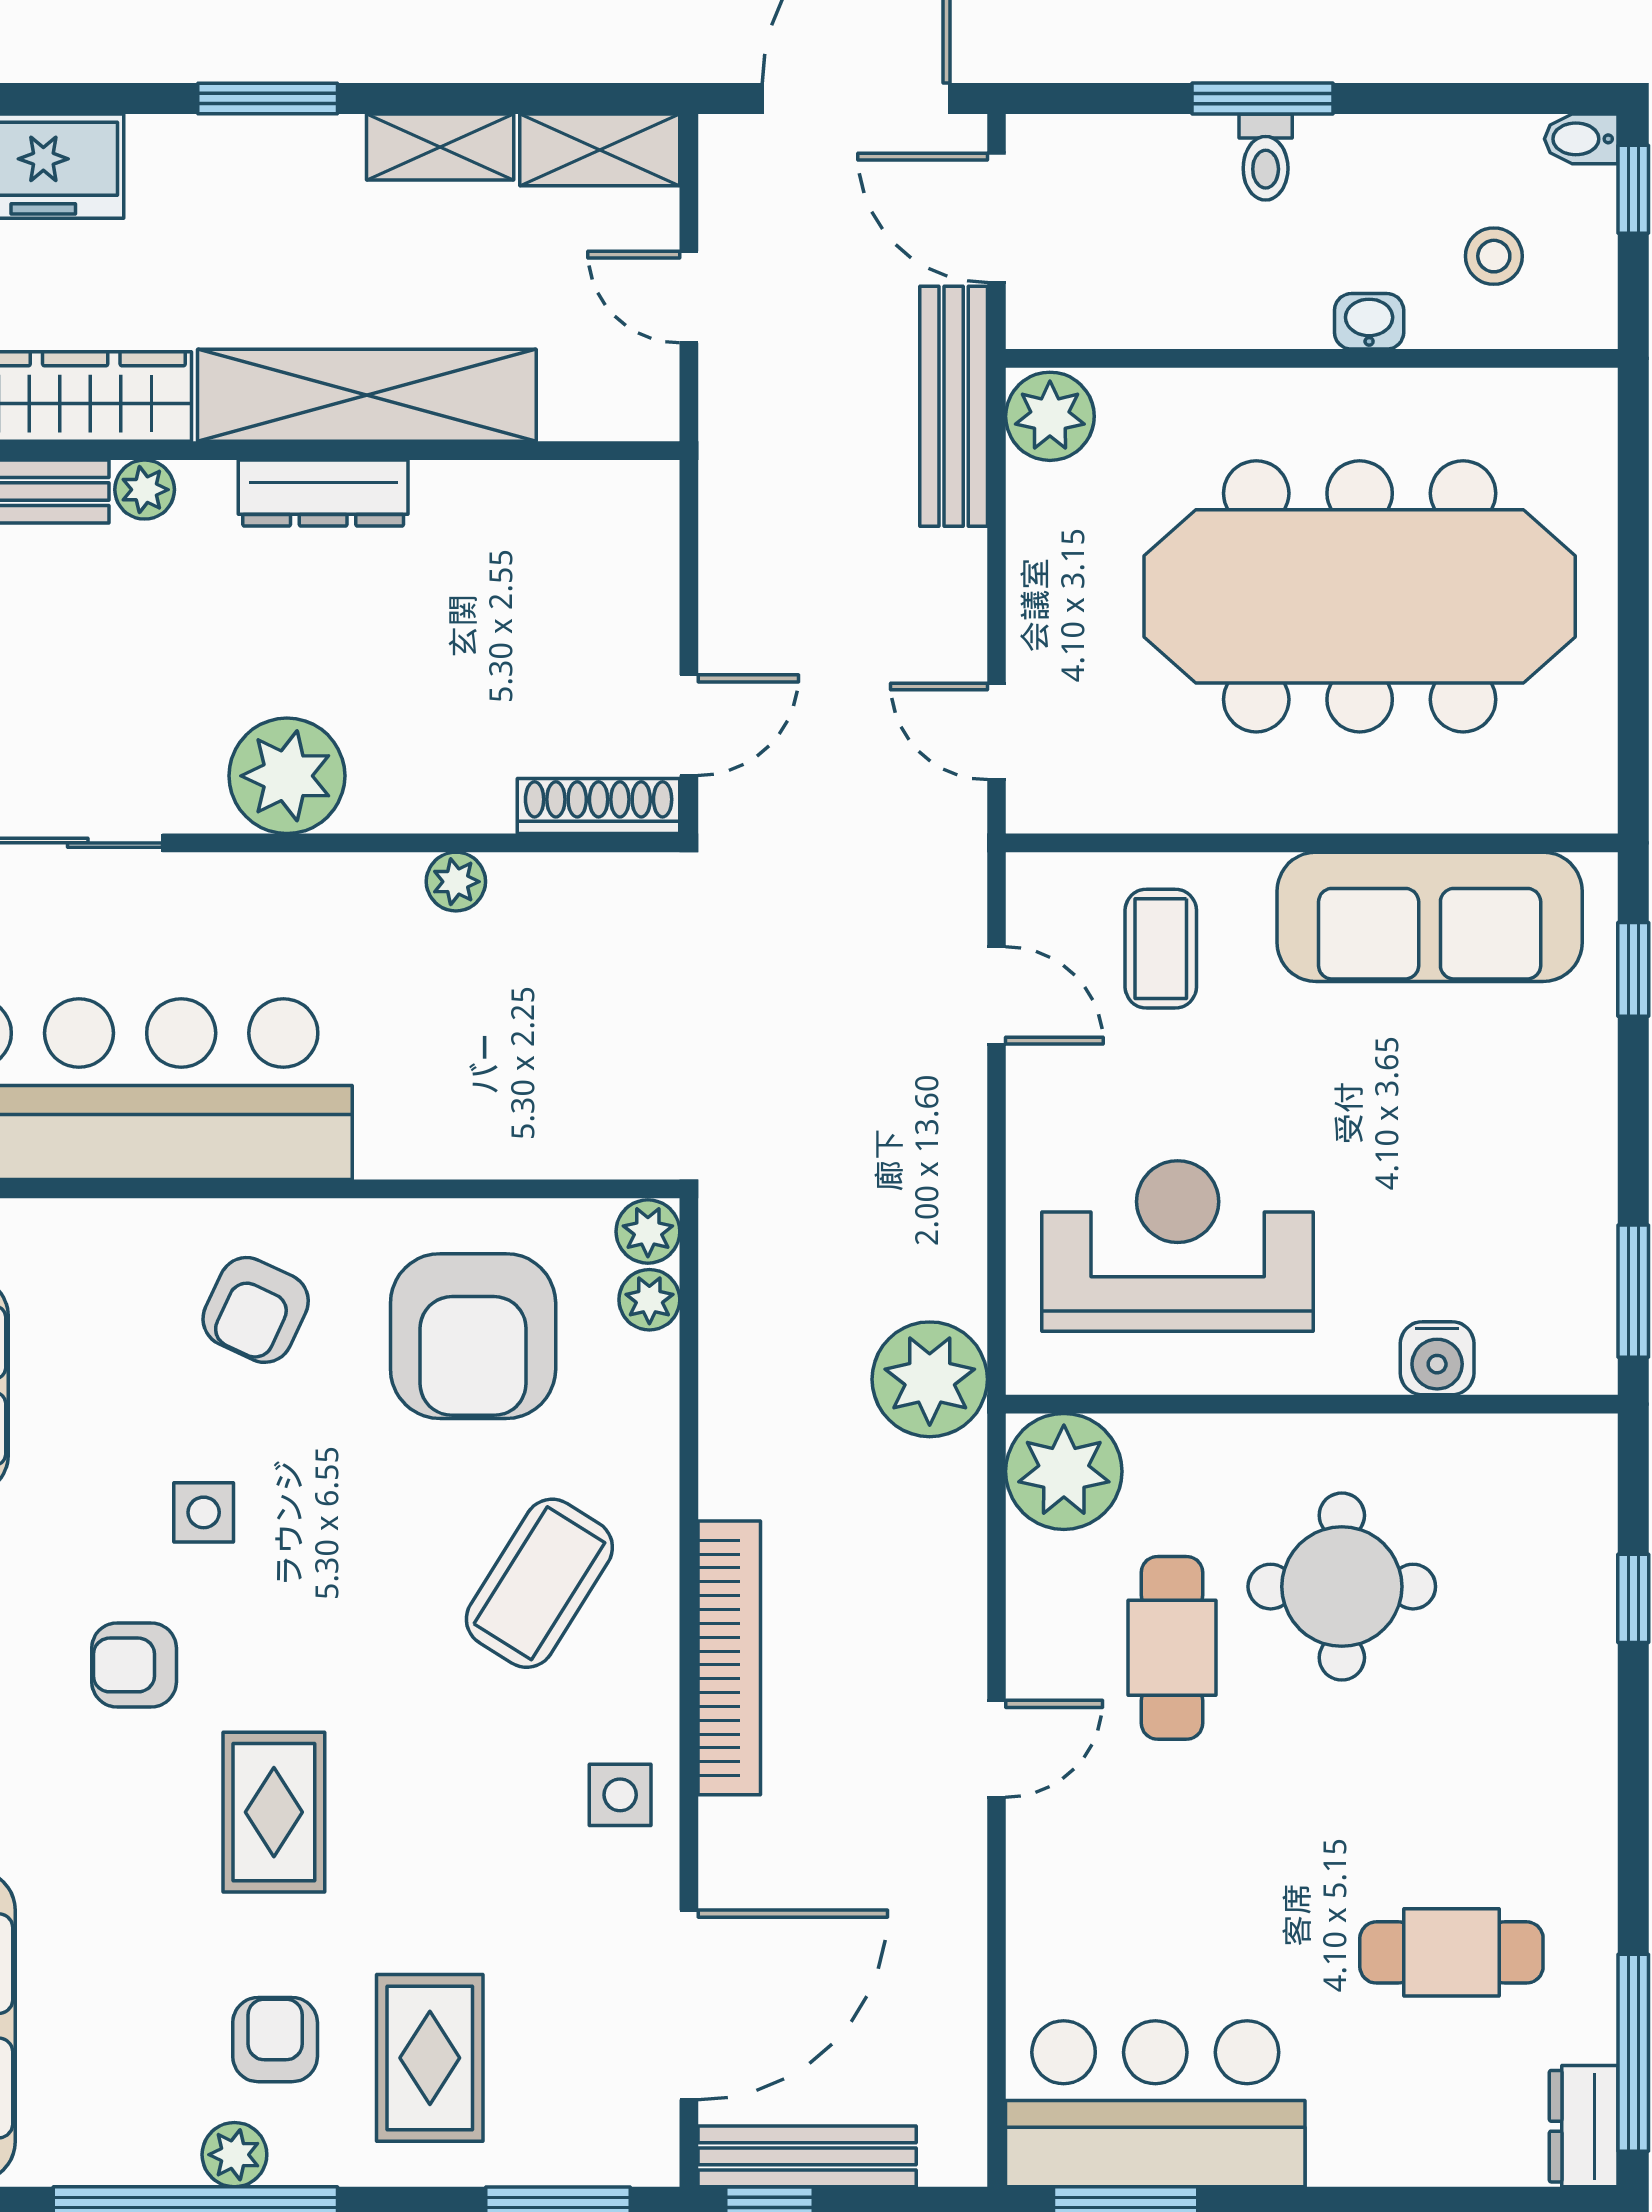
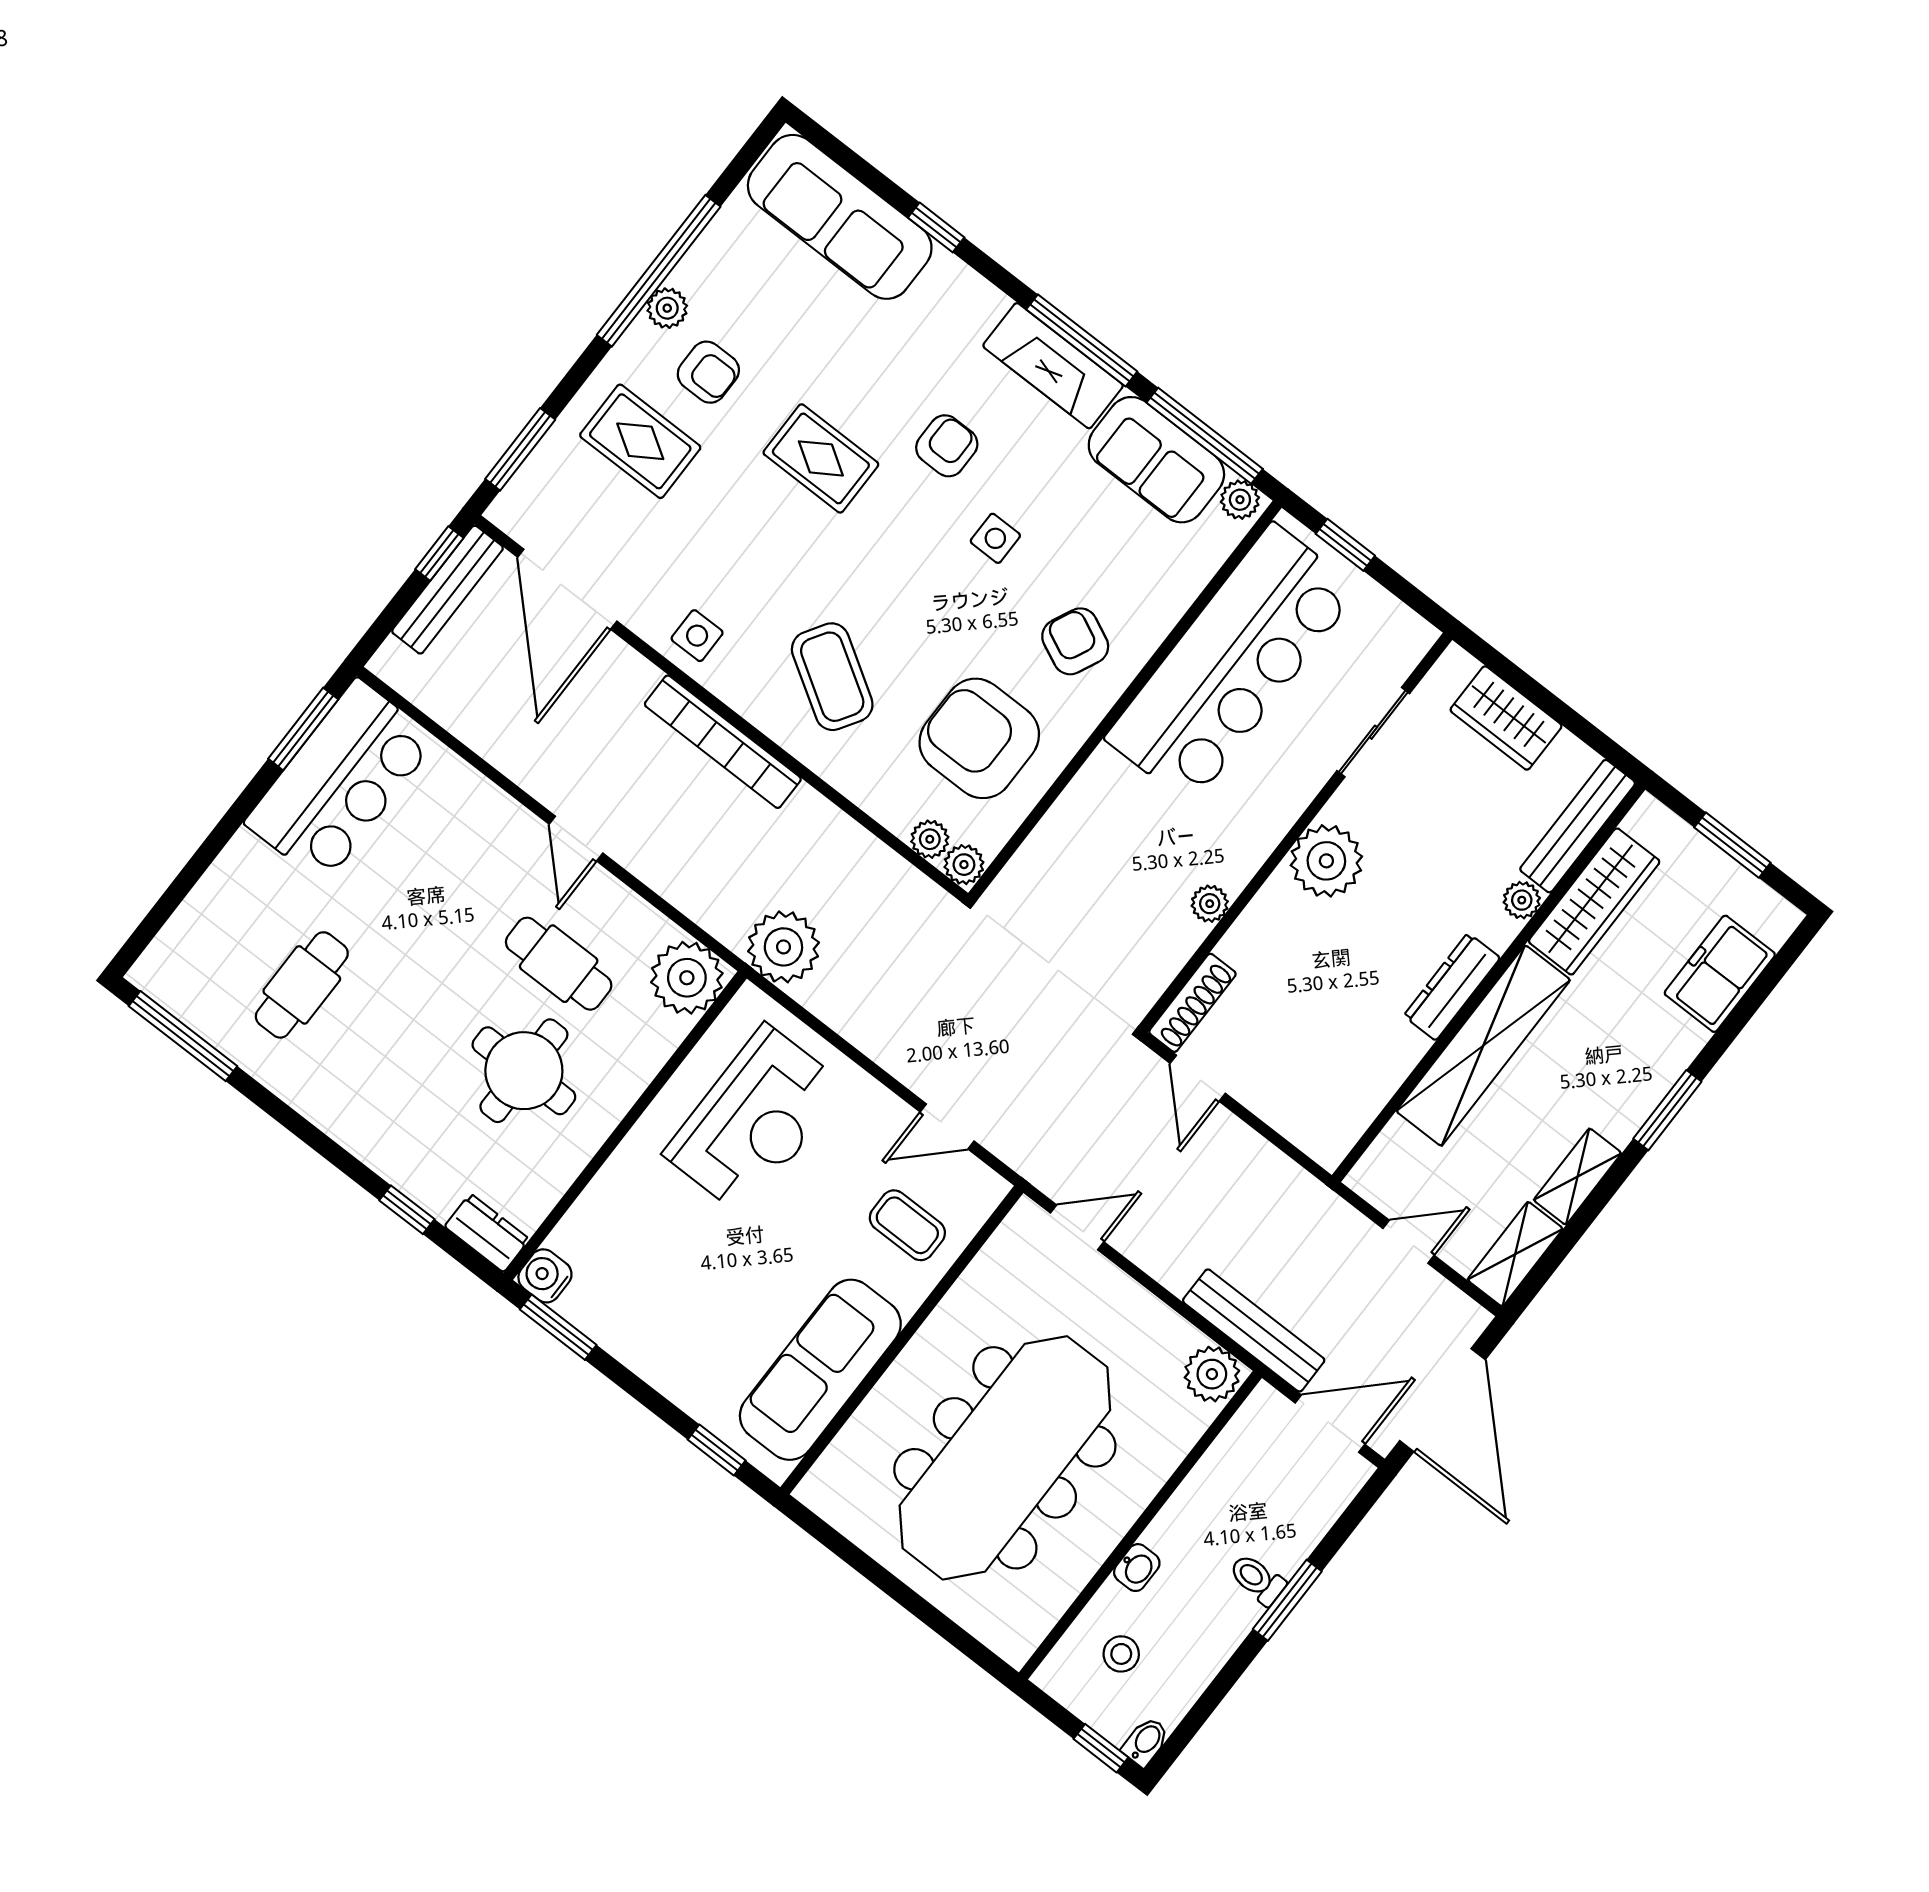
water cooler: (1437, 1358) -> (545, 1276), moved
dresser: (1584, 2126) -> (487, 1233), moved

